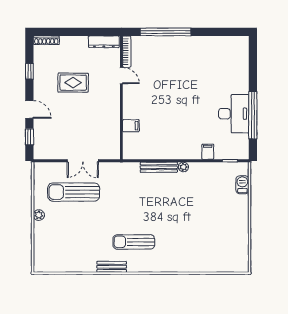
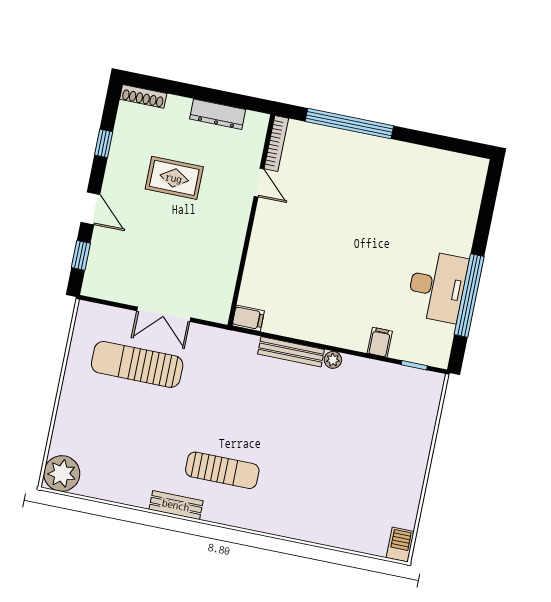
dresser: (104, 42) -> (218, 114), moved
filing cabinet: (131, 126) -> (248, 318), moved
barbecue: (242, 185) -> (400, 545), moved
plant: (39, 215) -> (62, 474), moved, width x1.88, depth x1.88
sun lounger: (134, 242) -> (222, 470), turned 180

